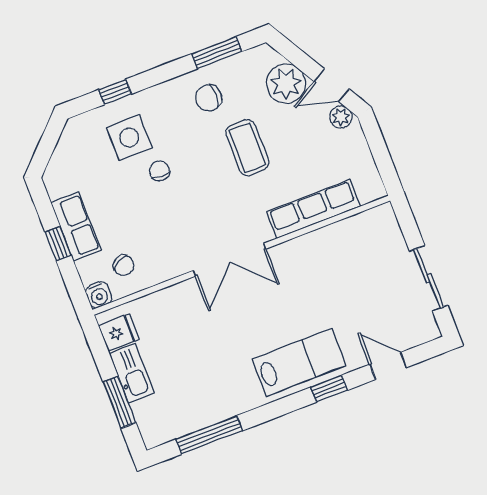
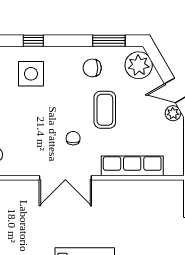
plant: (286, 84) -> (139, 65), moved
chair: (160, 171) -> (73, 138), moved

